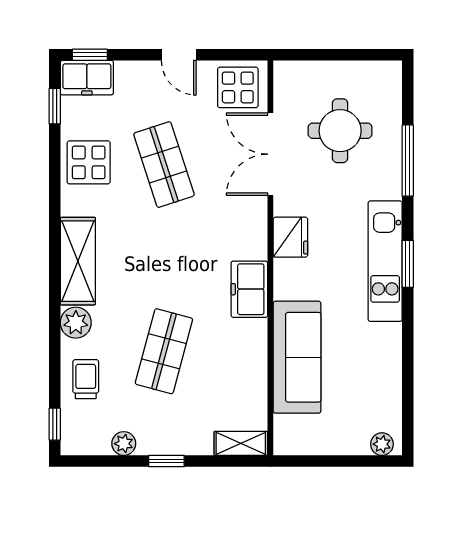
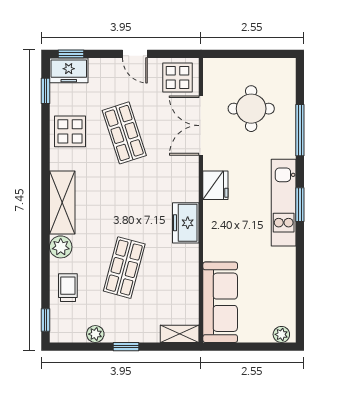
sofa: (297, 357) -> (220, 302), moved

